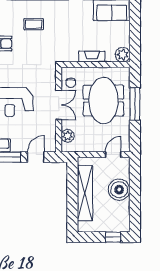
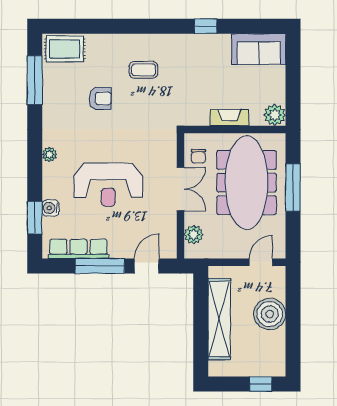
meeting table: (103, 101) -> (247, 183), width x1.36

